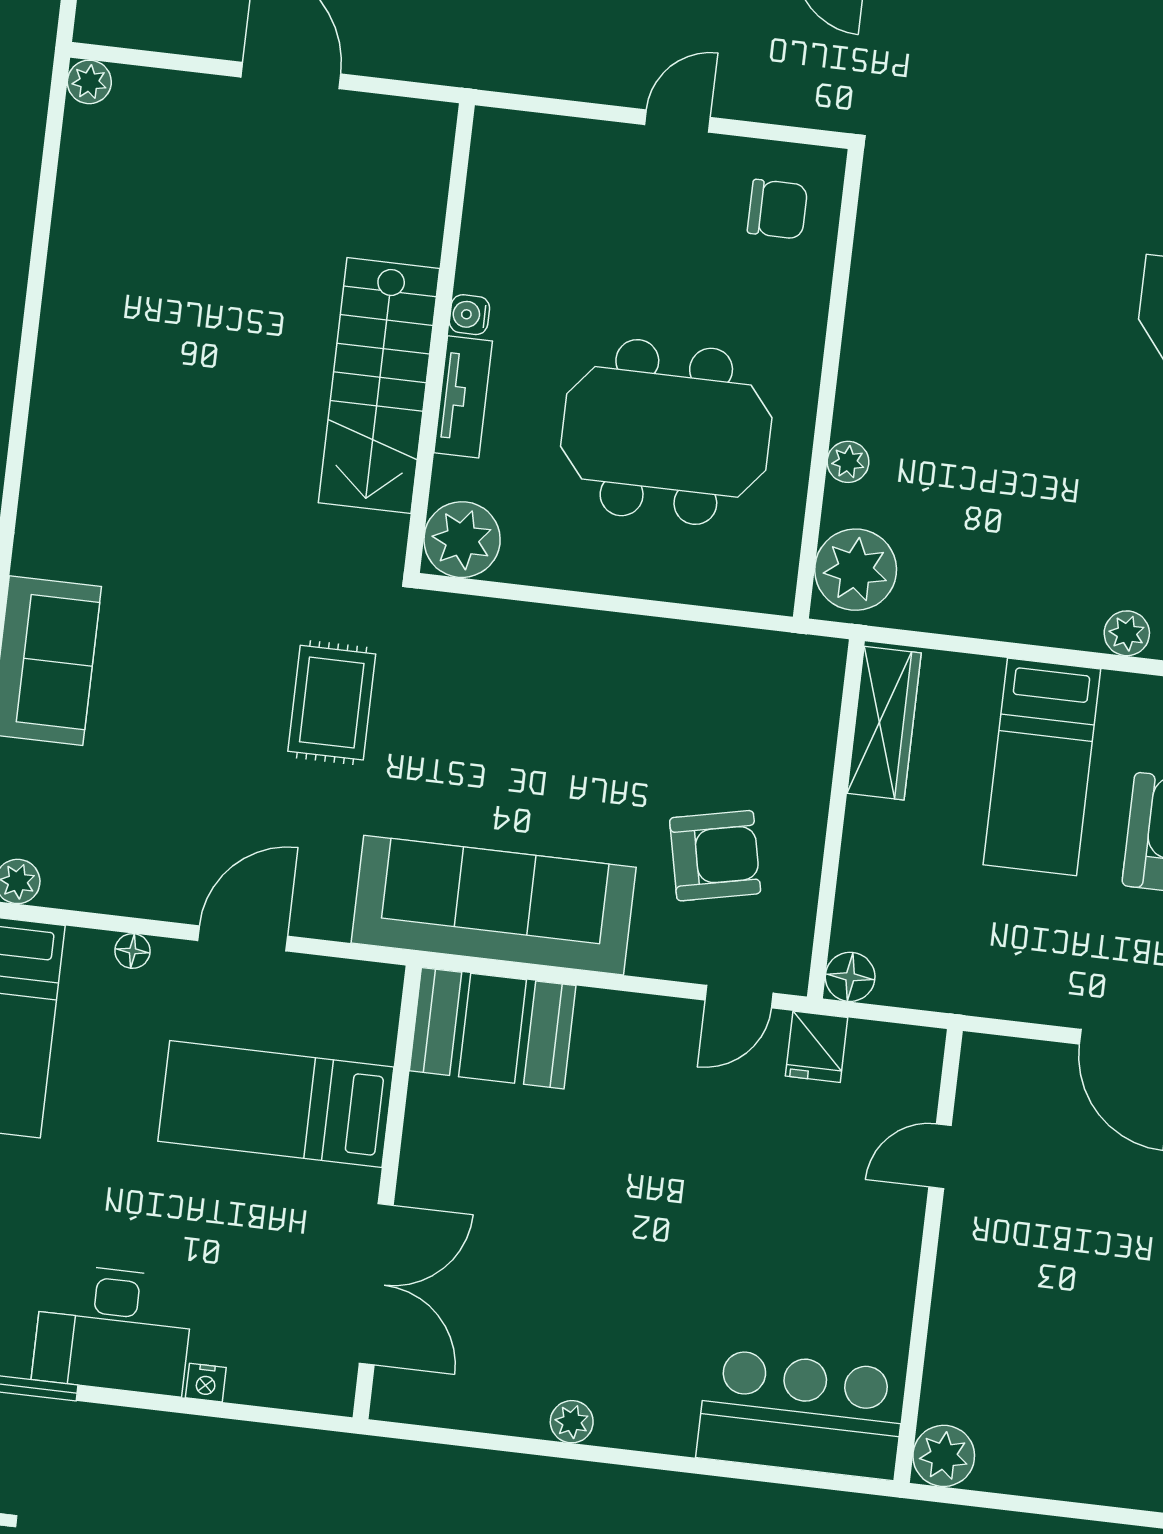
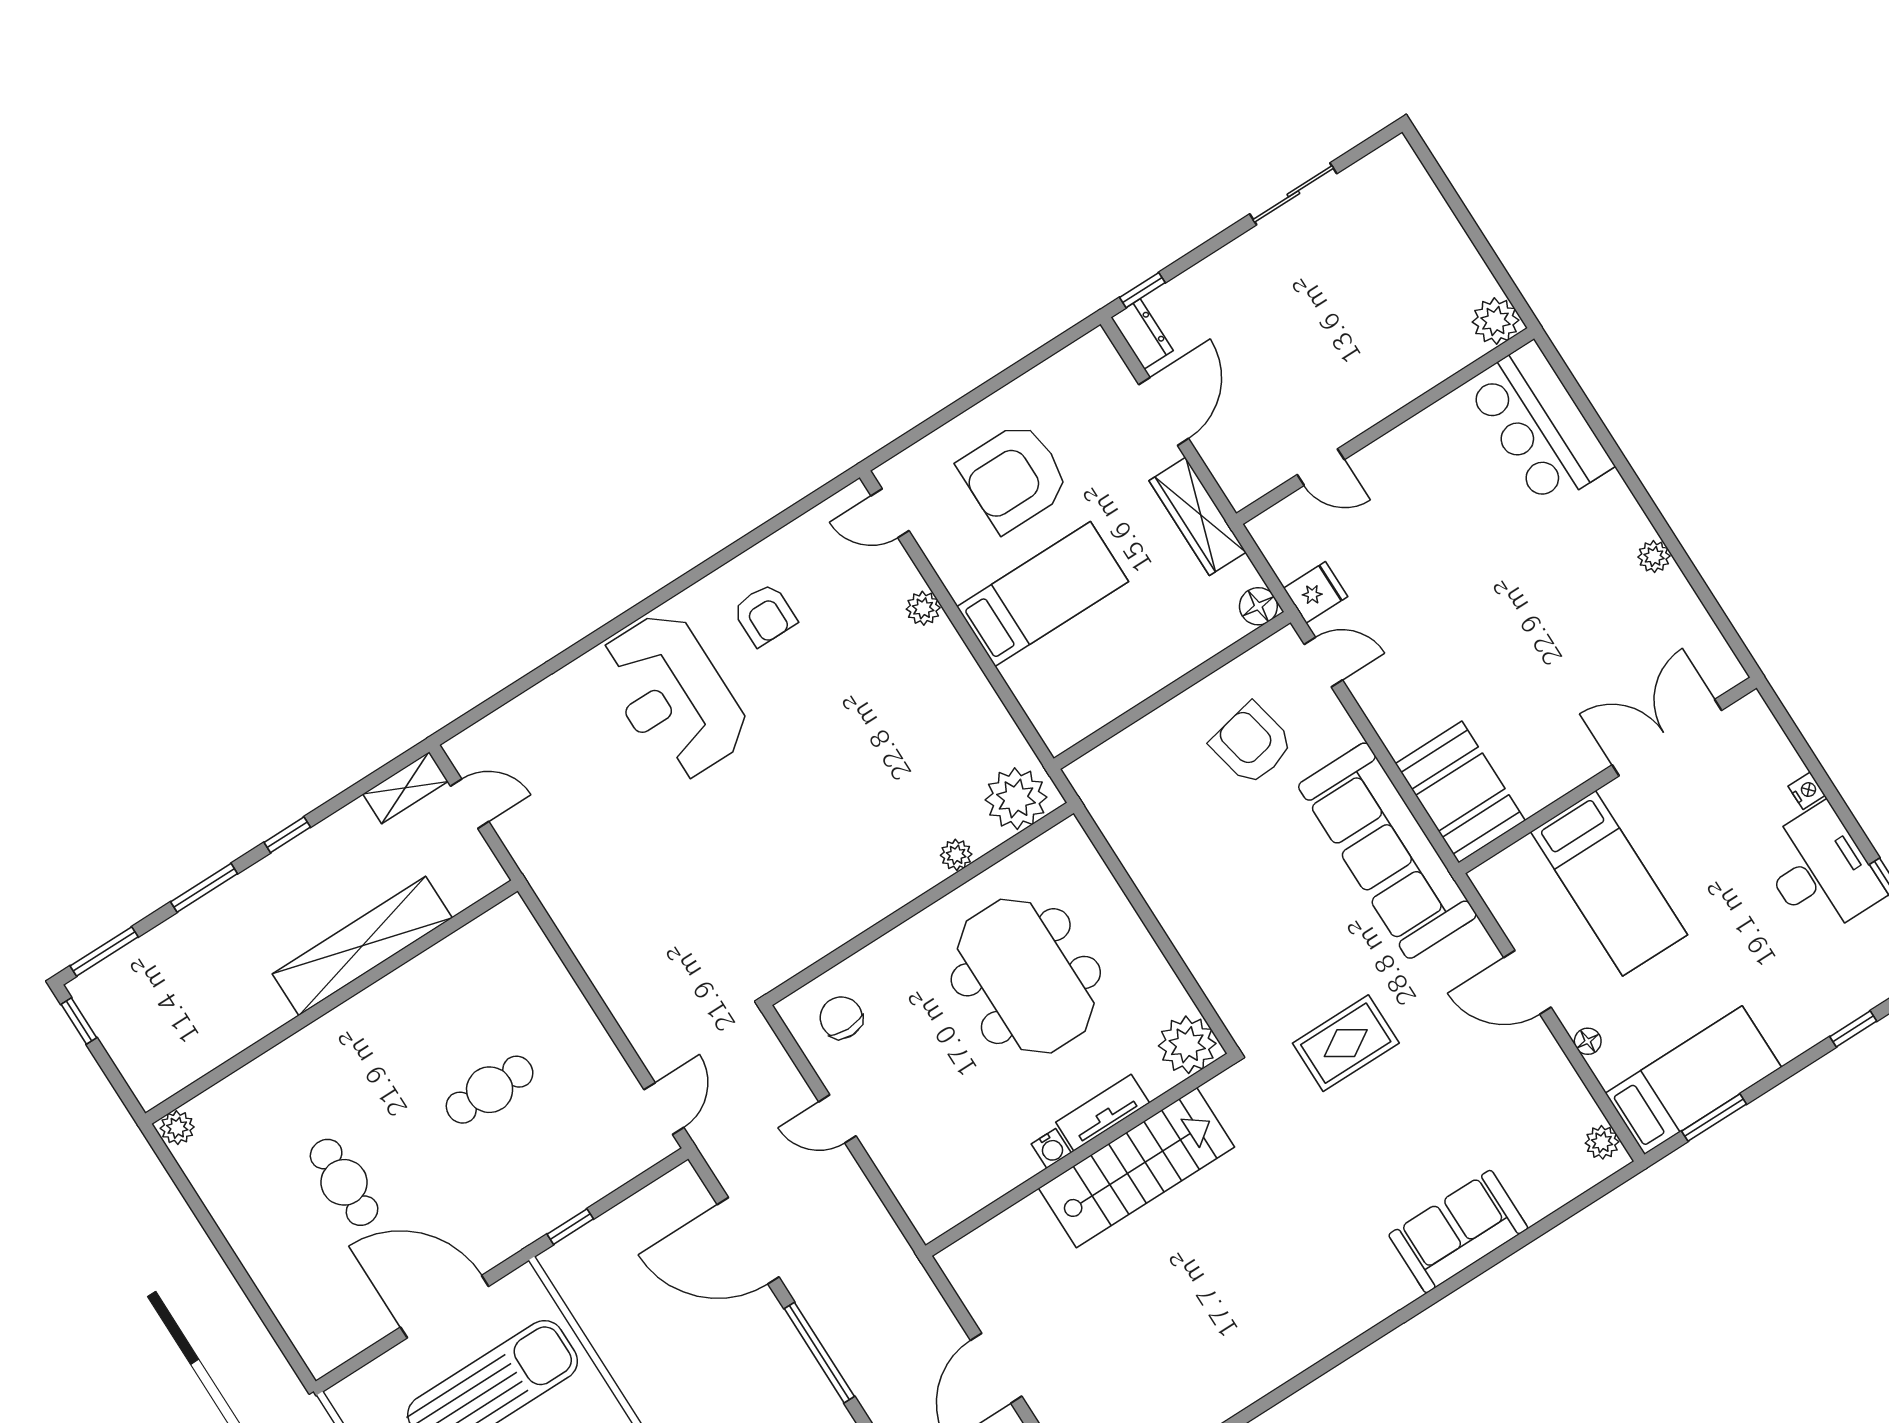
wardrobe: (884, 723) -> (1198, 516), moved, turned -90

